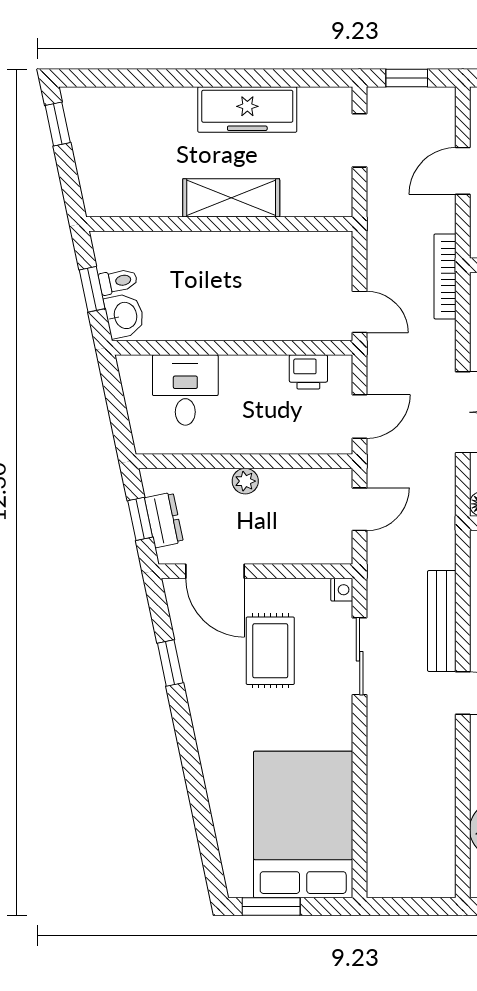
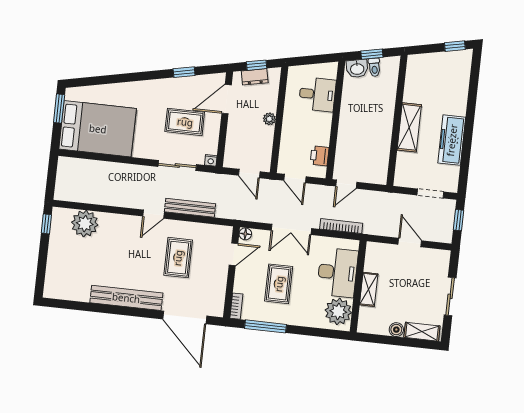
bookcase: (445, 276) -> (341, 226), moved

